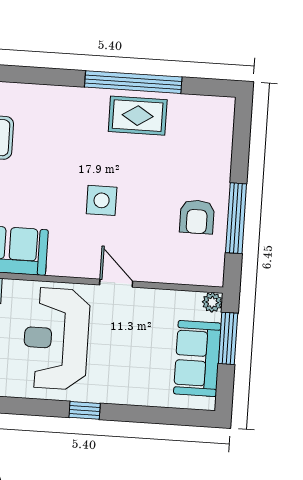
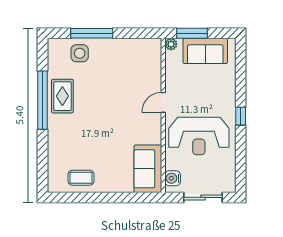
side table: (102, 200) -> (80, 53), moved
armchair: (197, 217) -> (121, 57), removed
window: (236, 218) -> (92, 33), moved

